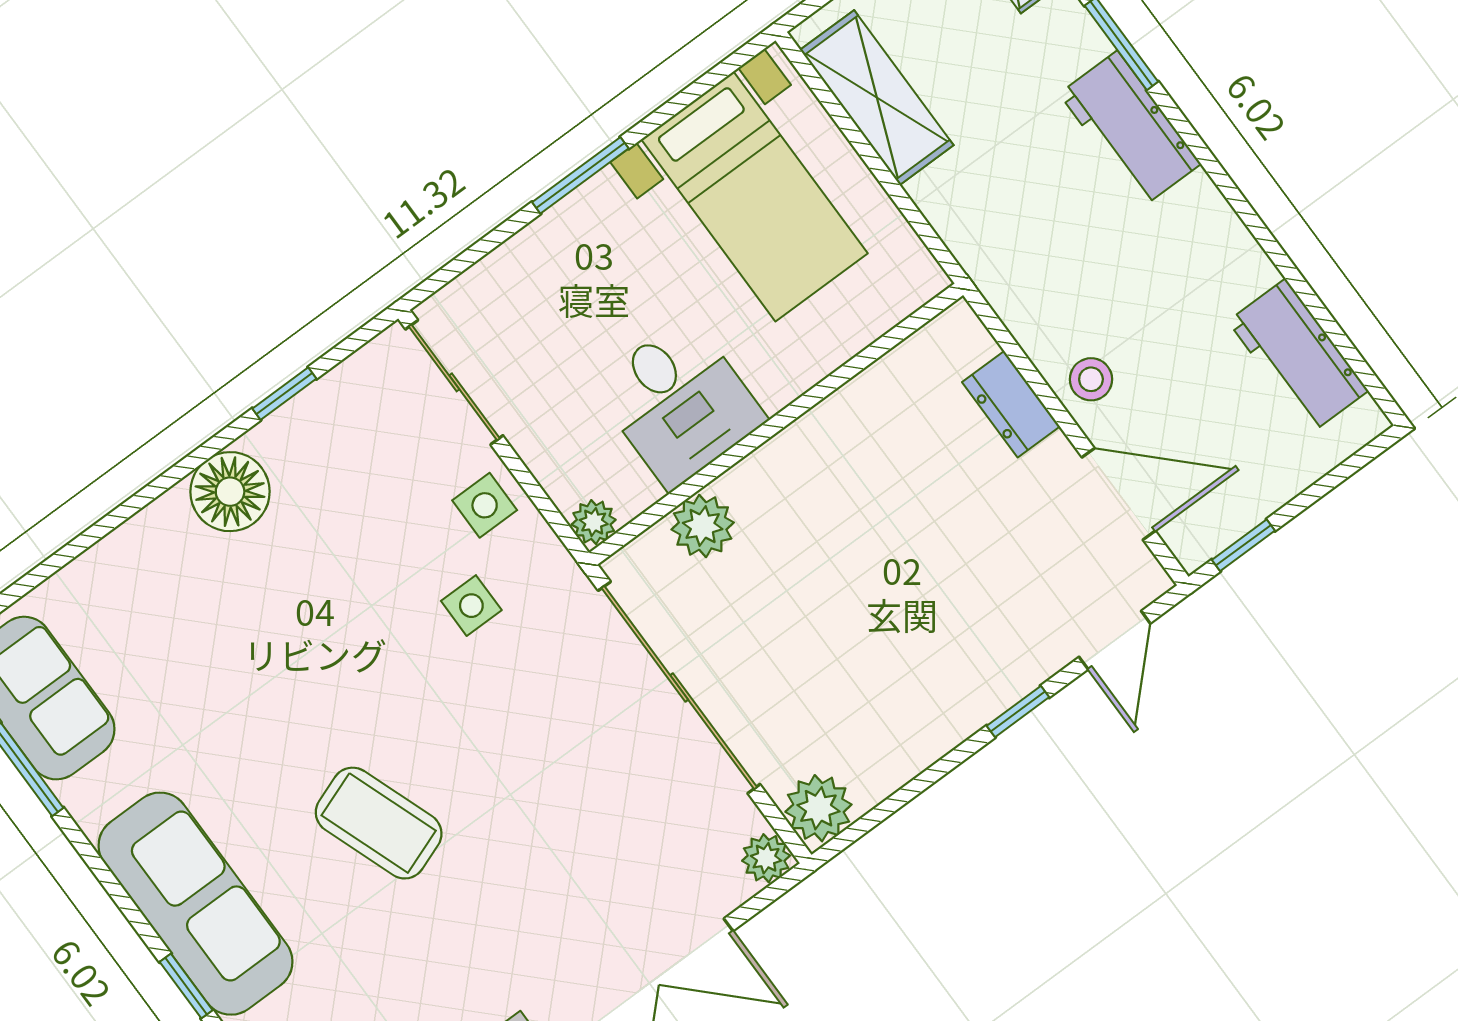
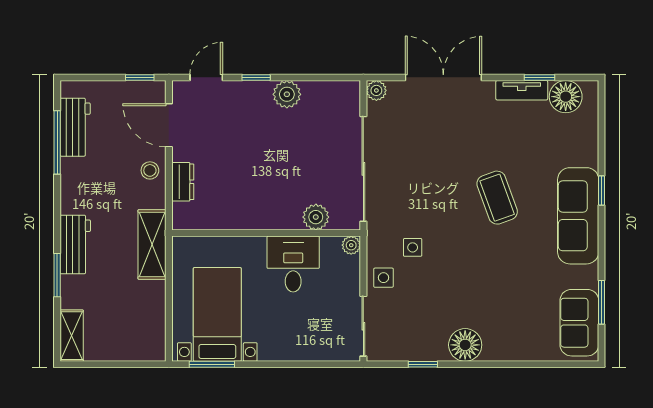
shelving: (877, 98) -> (152, 244), moved
window: (580, 175) -> (212, 364), moved
window: (1311, 301) -> (57, 142), added
plant: (818, 808) -> (287, 94), moved

